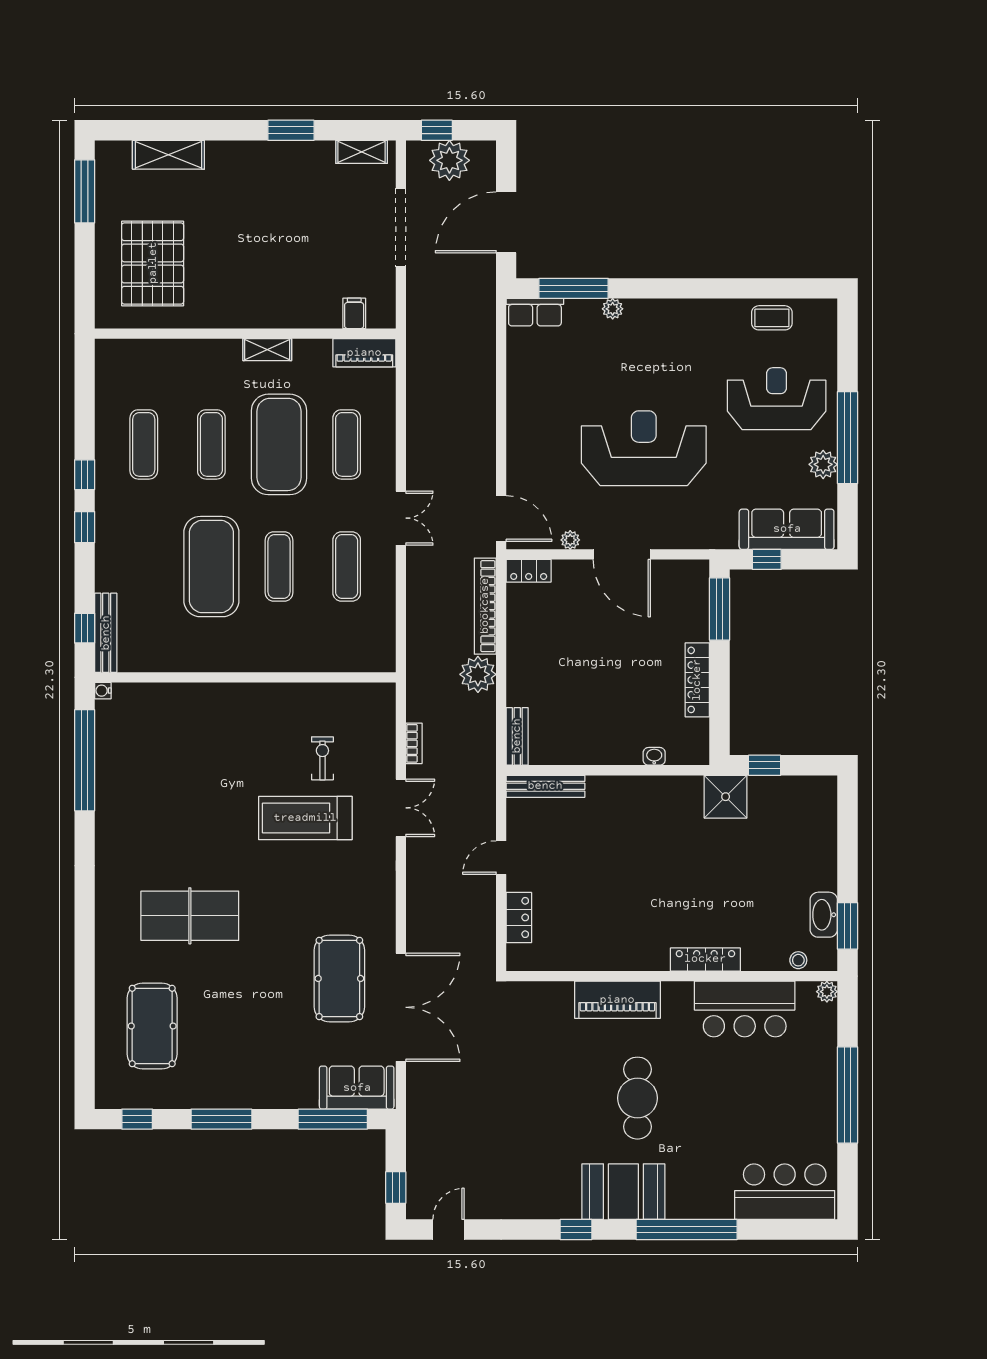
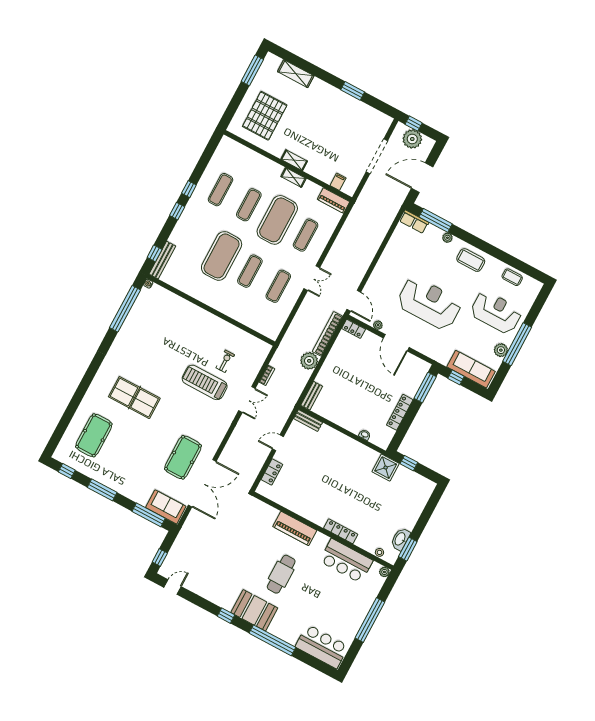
shelving: (362, 152) -> (294, 160), moved
coffee table: (678, 327) -> (471, 260), added
bench: (545, 786) -> (308, 421), width x0.73

